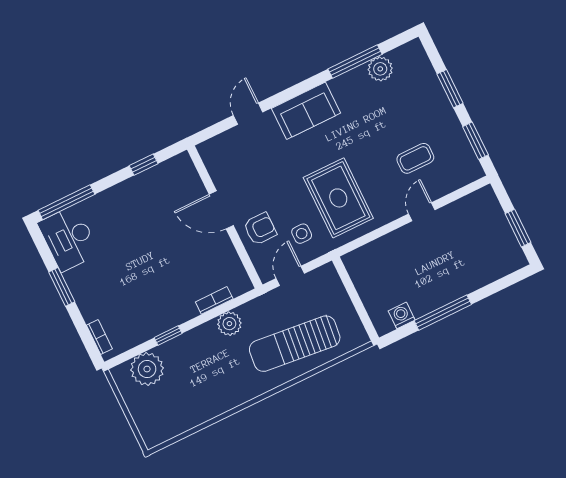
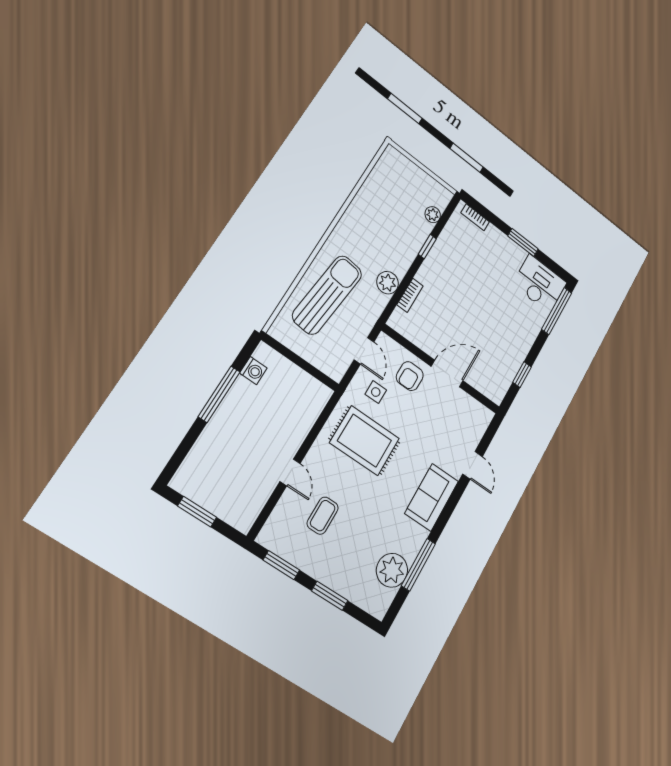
plant: (380, 69) -> (392, 570), width x1.36, depth x1.36
plant: (147, 369) -> (433, 215), width x0.53, depth x0.53

